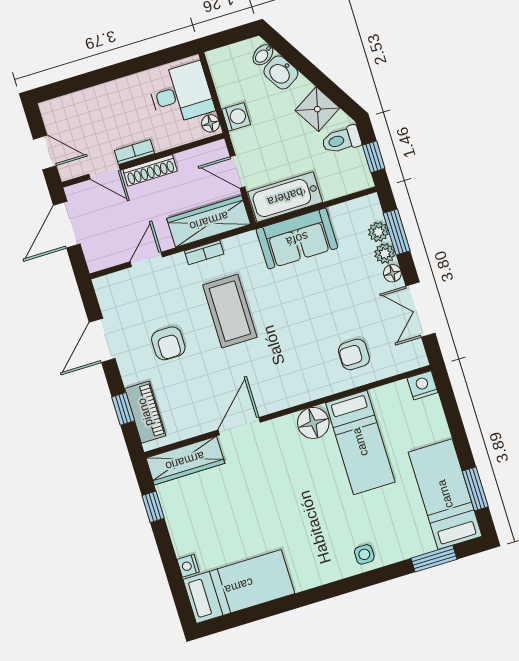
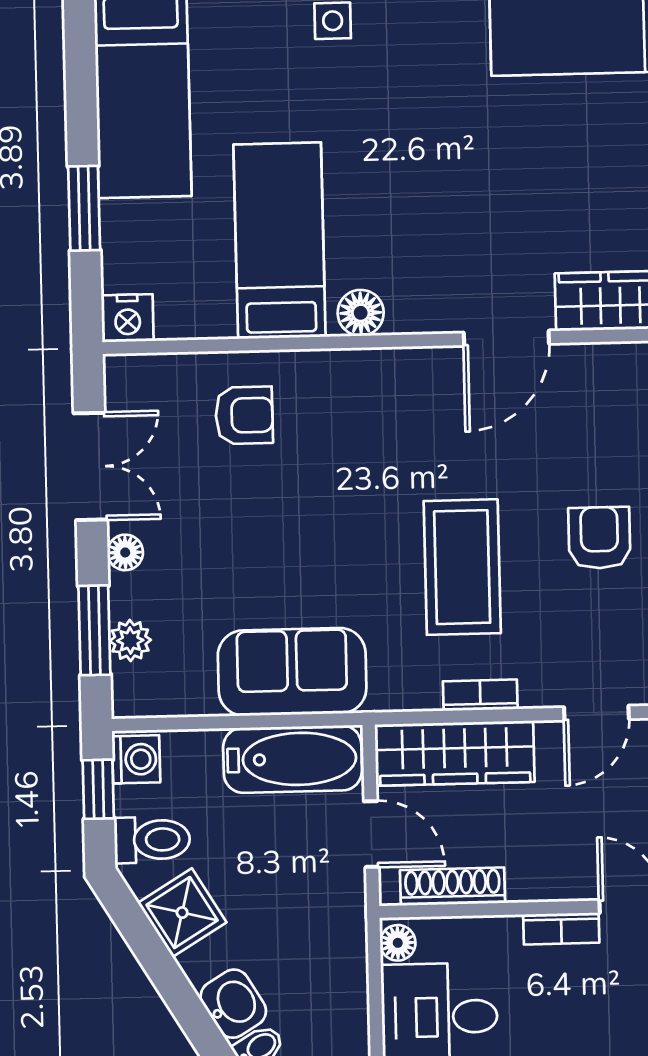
washing machine: (236, 117) -> (136, 759), moved, turned 180
shoe rack: (150, 170) -> (452, 886), moved
plant: (385, 254) -> (129, 595), removed
floor lamp: (313, 423) -> (361, 313), width x0.73, depth x0.73
window: (475, 489) -> (84, 208), moved

